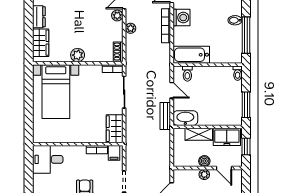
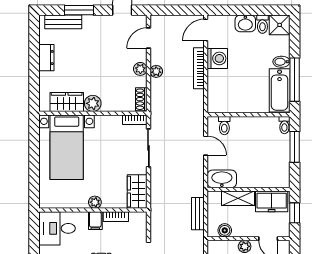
plant: (117, 16) -> (140, 69), moved
wardrobe: (41, 43) -> (67, 102), moved, turned -90
bathtub: (191, 55) -> (280, 90), moved, turned -90
window: (246, 105) -> (295, 147), moved
bench: (165, 116) -> (198, 214), moved
plant: (79, 138) -> (95, 202), added
filing cabinet: (114, 153) -> (95, 221), moved
boiler: (204, 161) -> (225, 230), moved

